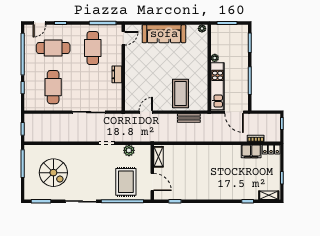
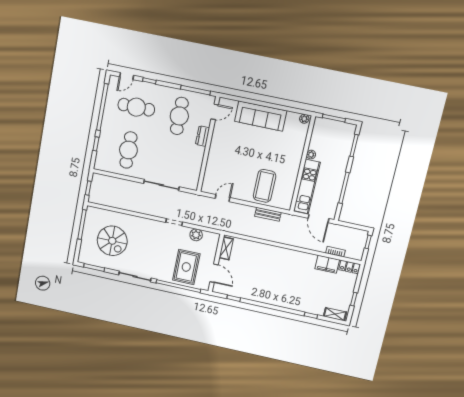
dresser: (117, 74) -> (203, 136), moved

